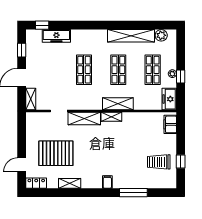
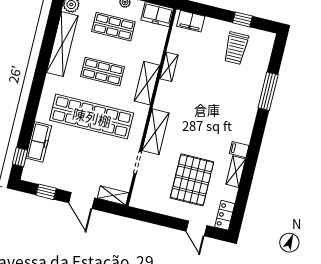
shop shelf: (84, 70) -> (92, 117), width x2.00, depth x1.36
shelving: (111, 117) -> (169, 67), moved
filing cabinet: (107, 182) -> (239, 150), moved

